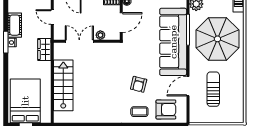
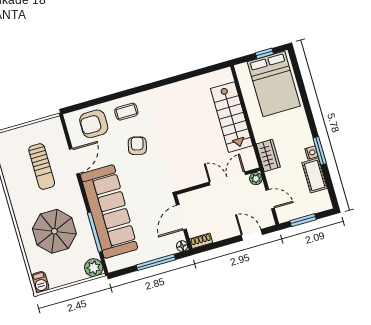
plant: (100, 35) -> (256, 179), moved
parasol: (217, 39) -> (54, 231), width x0.73, depth x0.73
double door: (79, 41) -> (227, 178), swing flipped

